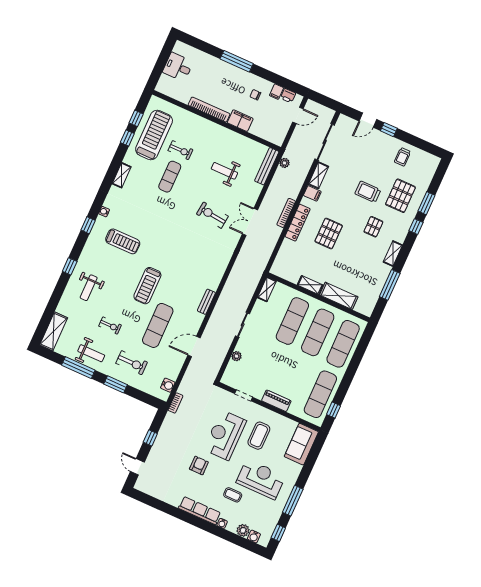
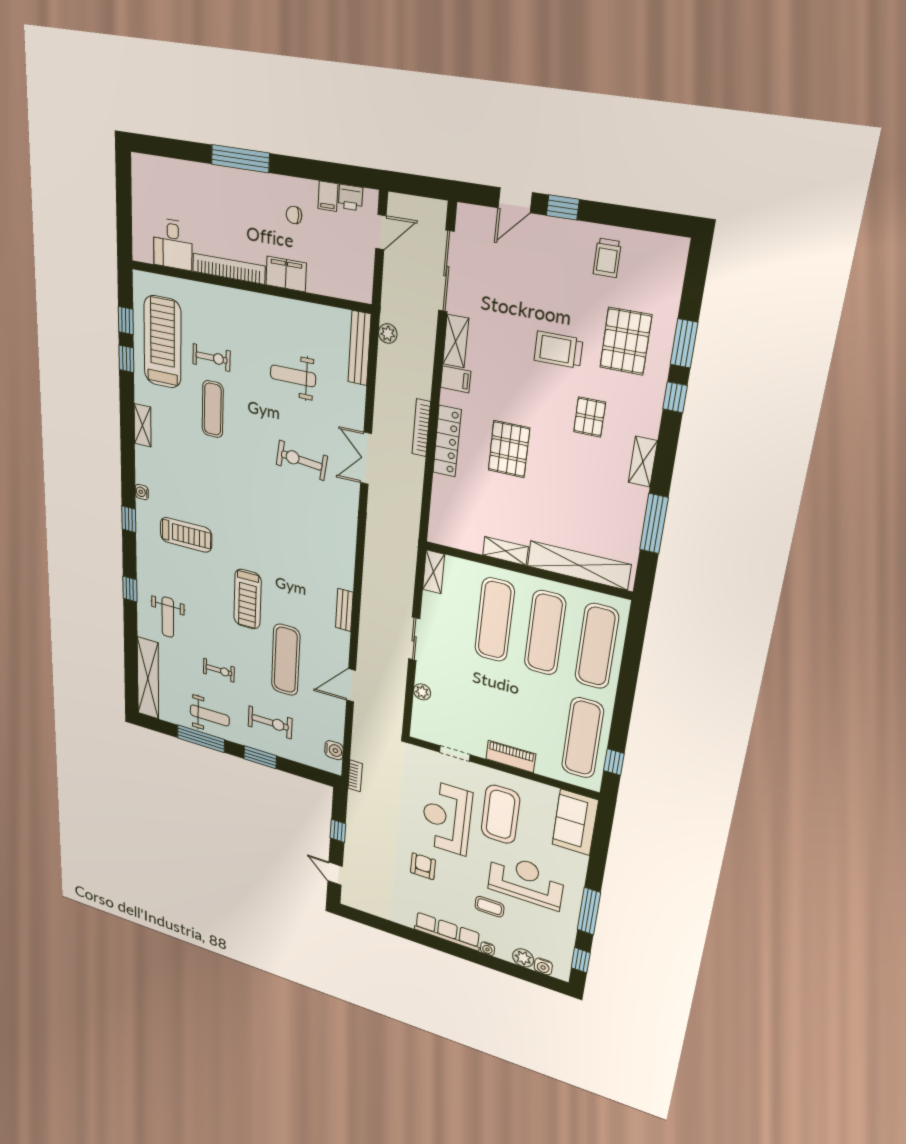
desk: (178, 67) -> (173, 244), moved, turned -90
shelving: (339, 296) -> (579, 565), width x1.47
shelving: (54, 331) -> (148, 678), width x1.47
coffee table: (259, 436) -> (500, 814), width x1.36, depth x1.32

